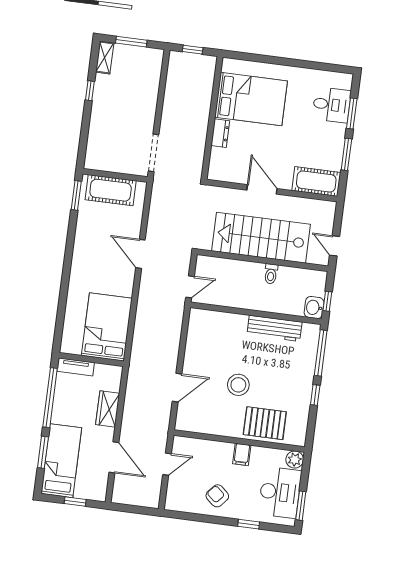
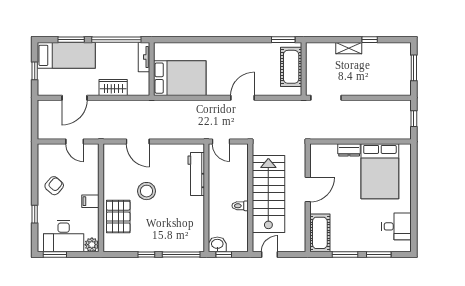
shelving: (105, 57) -> (349, 48), moved
desk: (332, 105) -> (397, 226), moved, turned -90
workbench: (274, 328) -> (196, 174), moved

